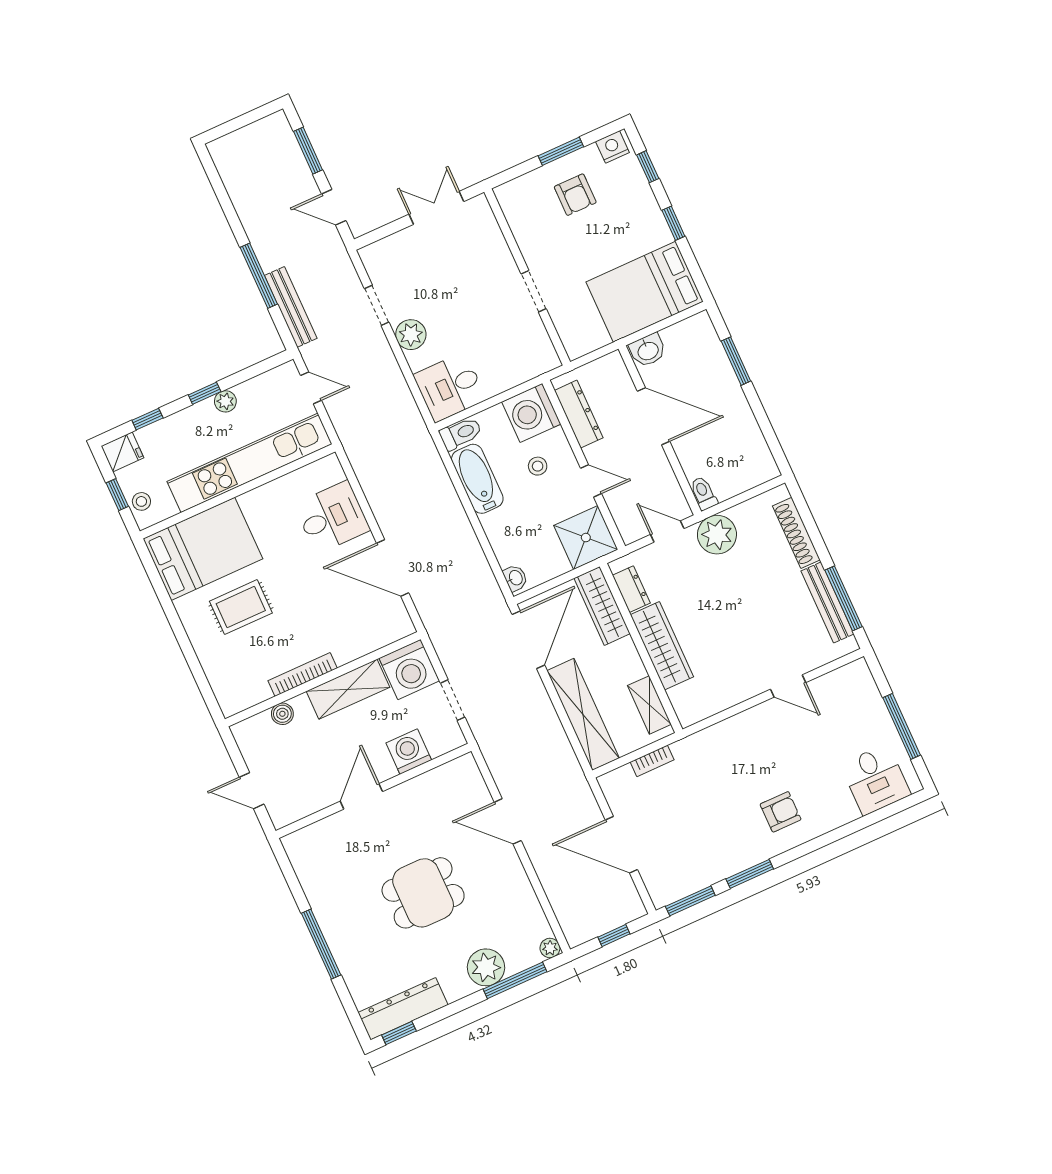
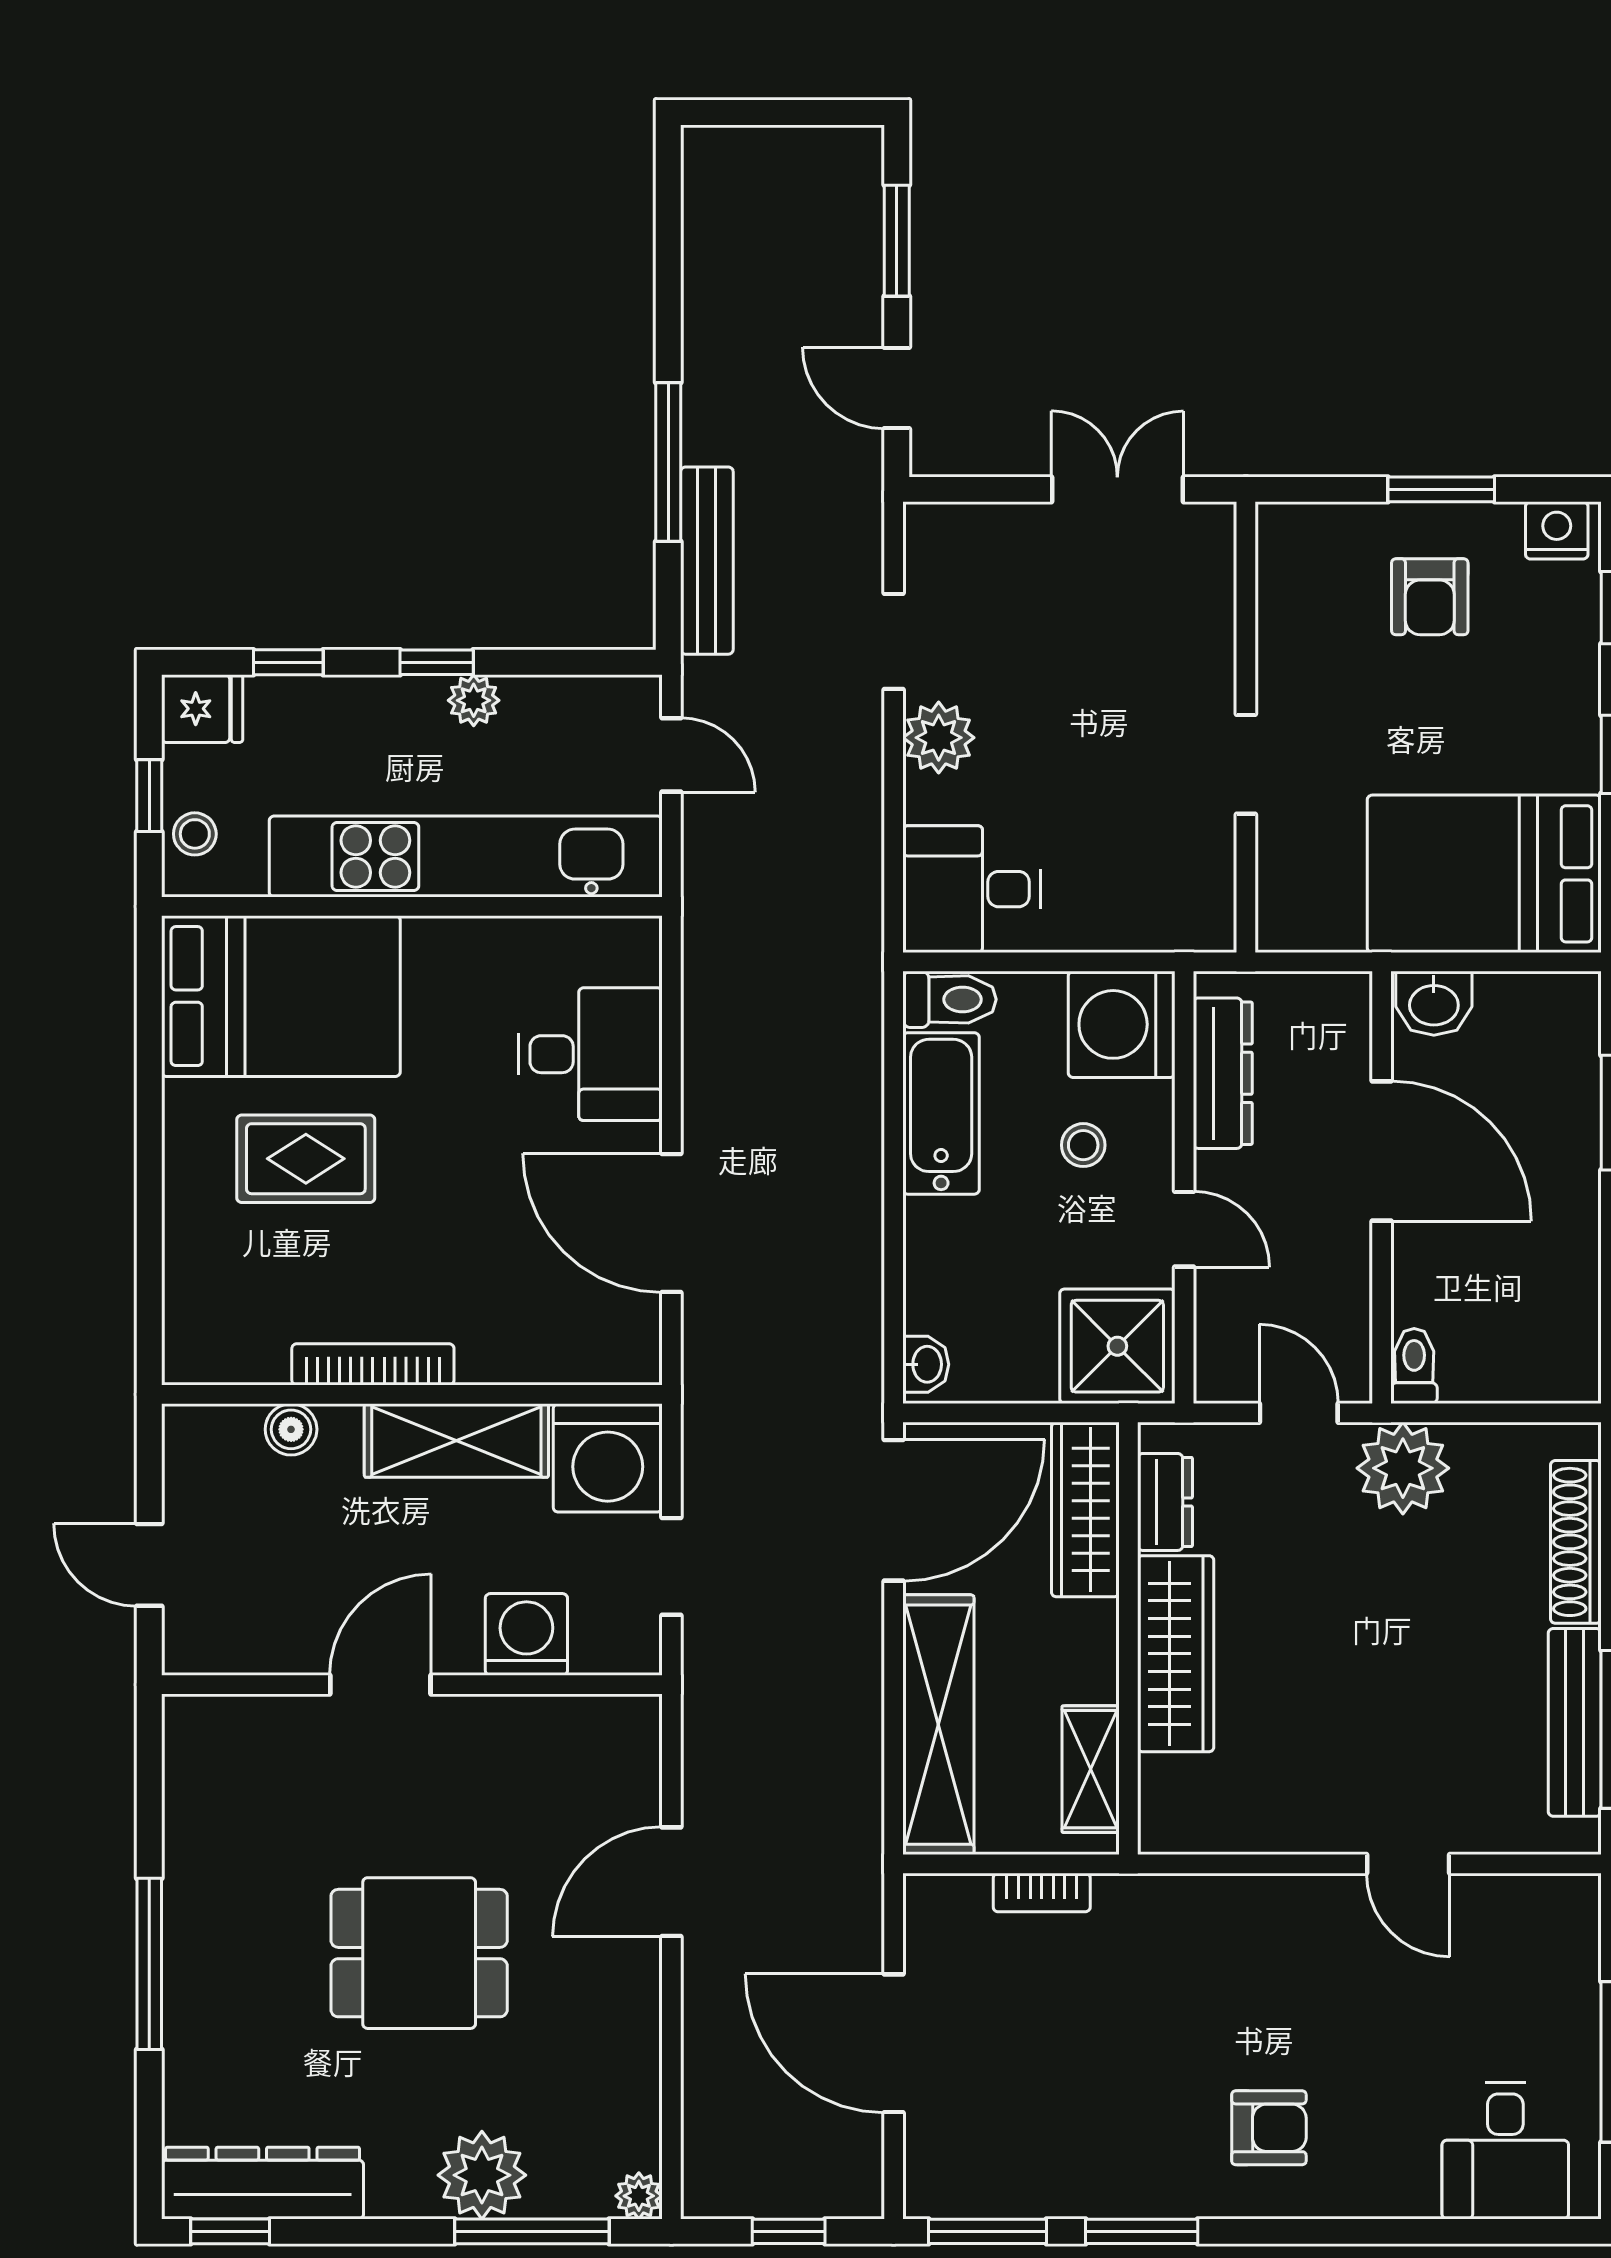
door: (508, 821) -> (671, 1882), hinge flipped

